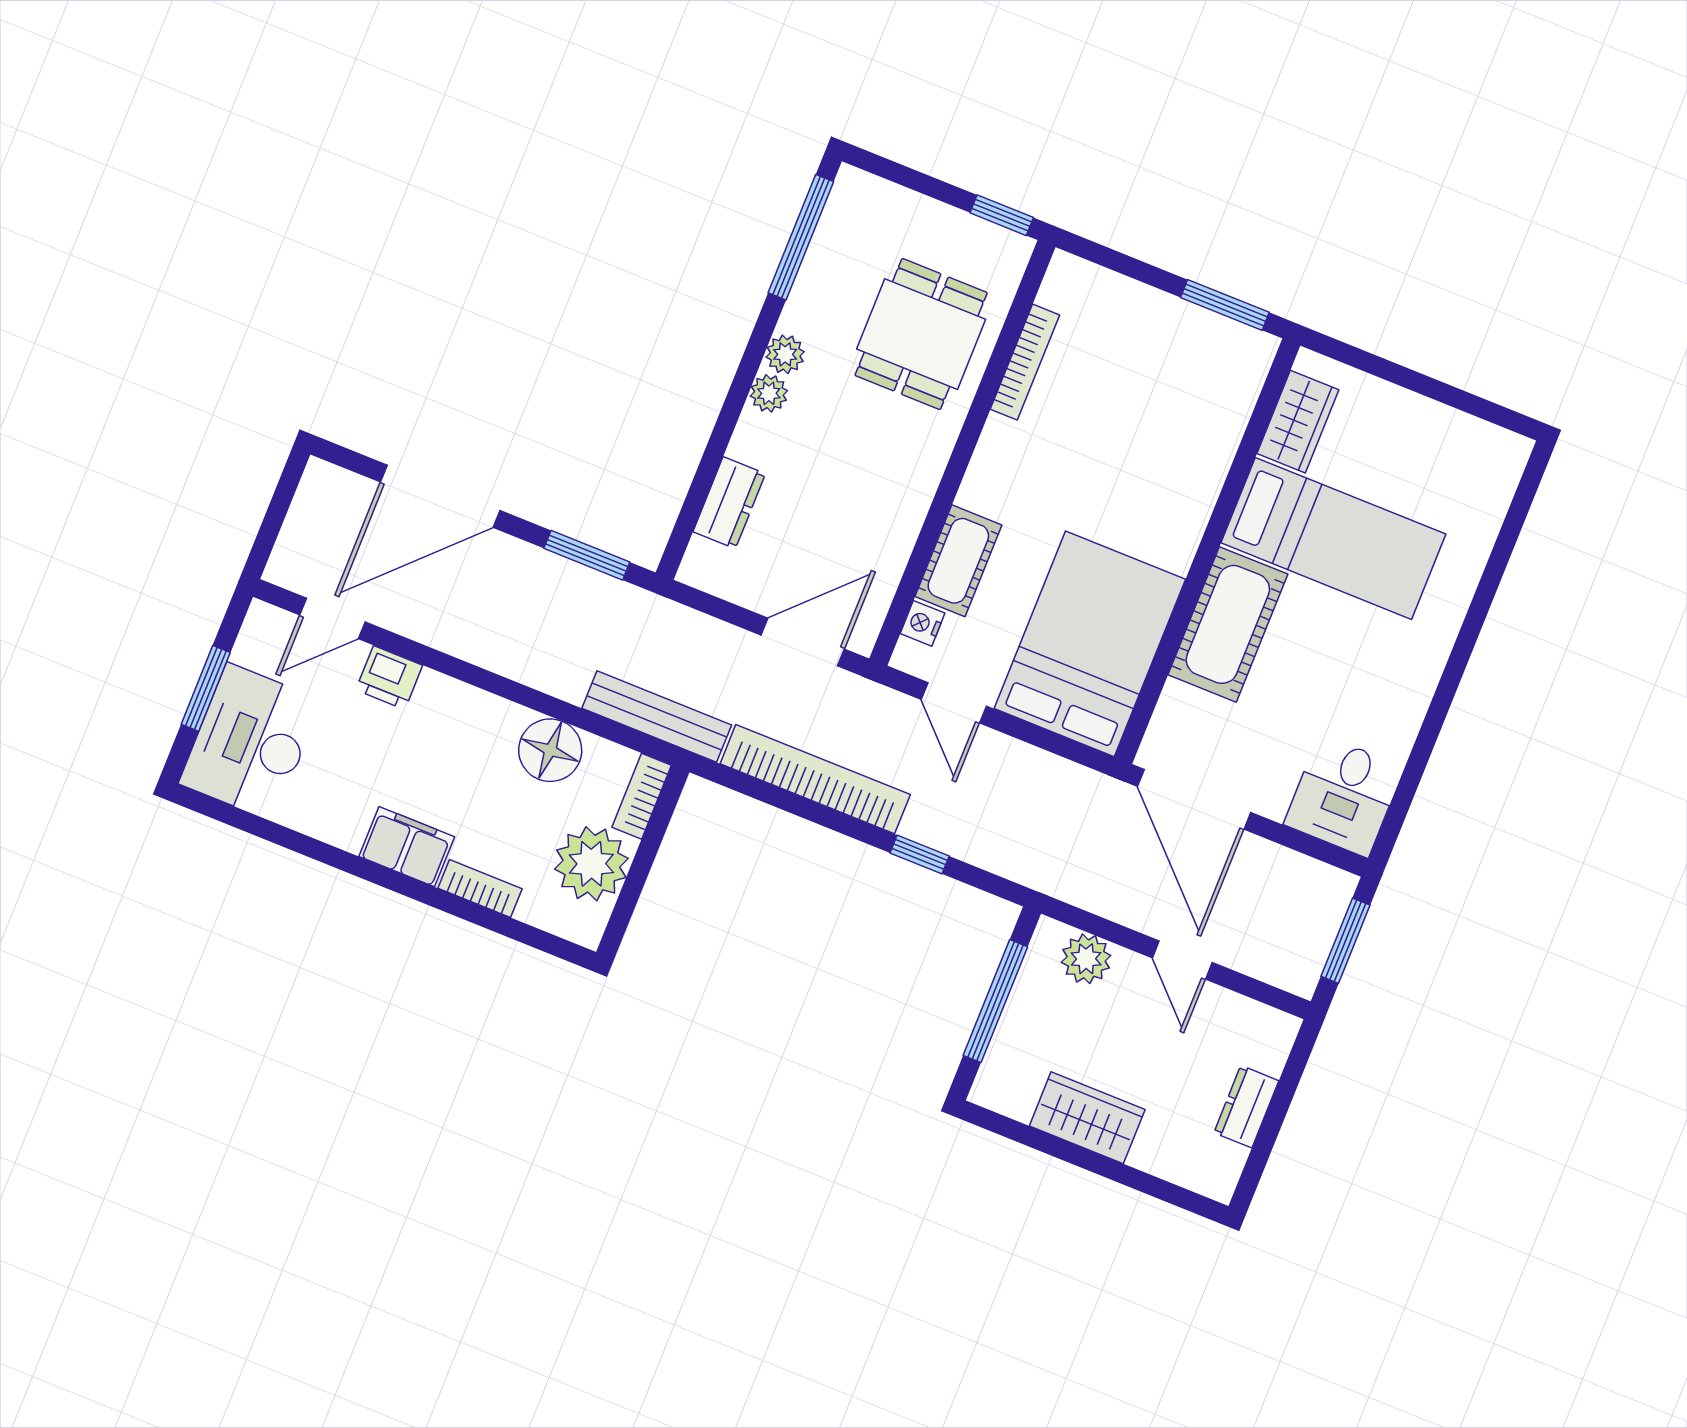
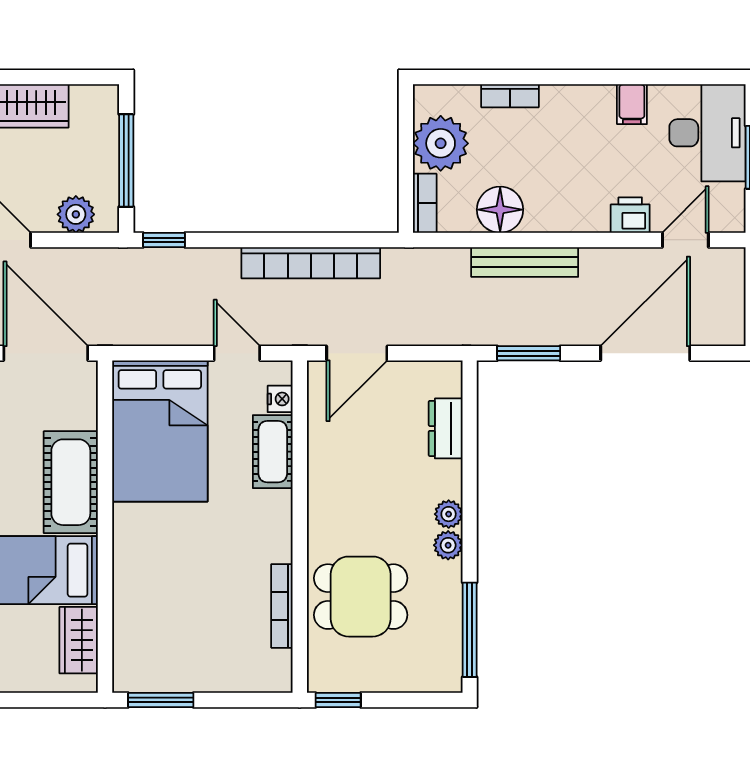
dining table: (921, 334) -> (361, 597), turned 90
bench: (657, 717) -> (525, 262), moved
filing cabinet: (407, 847) -> (632, 104), moved, width x0.50
window: (920, 854) -> (164, 240), moved

